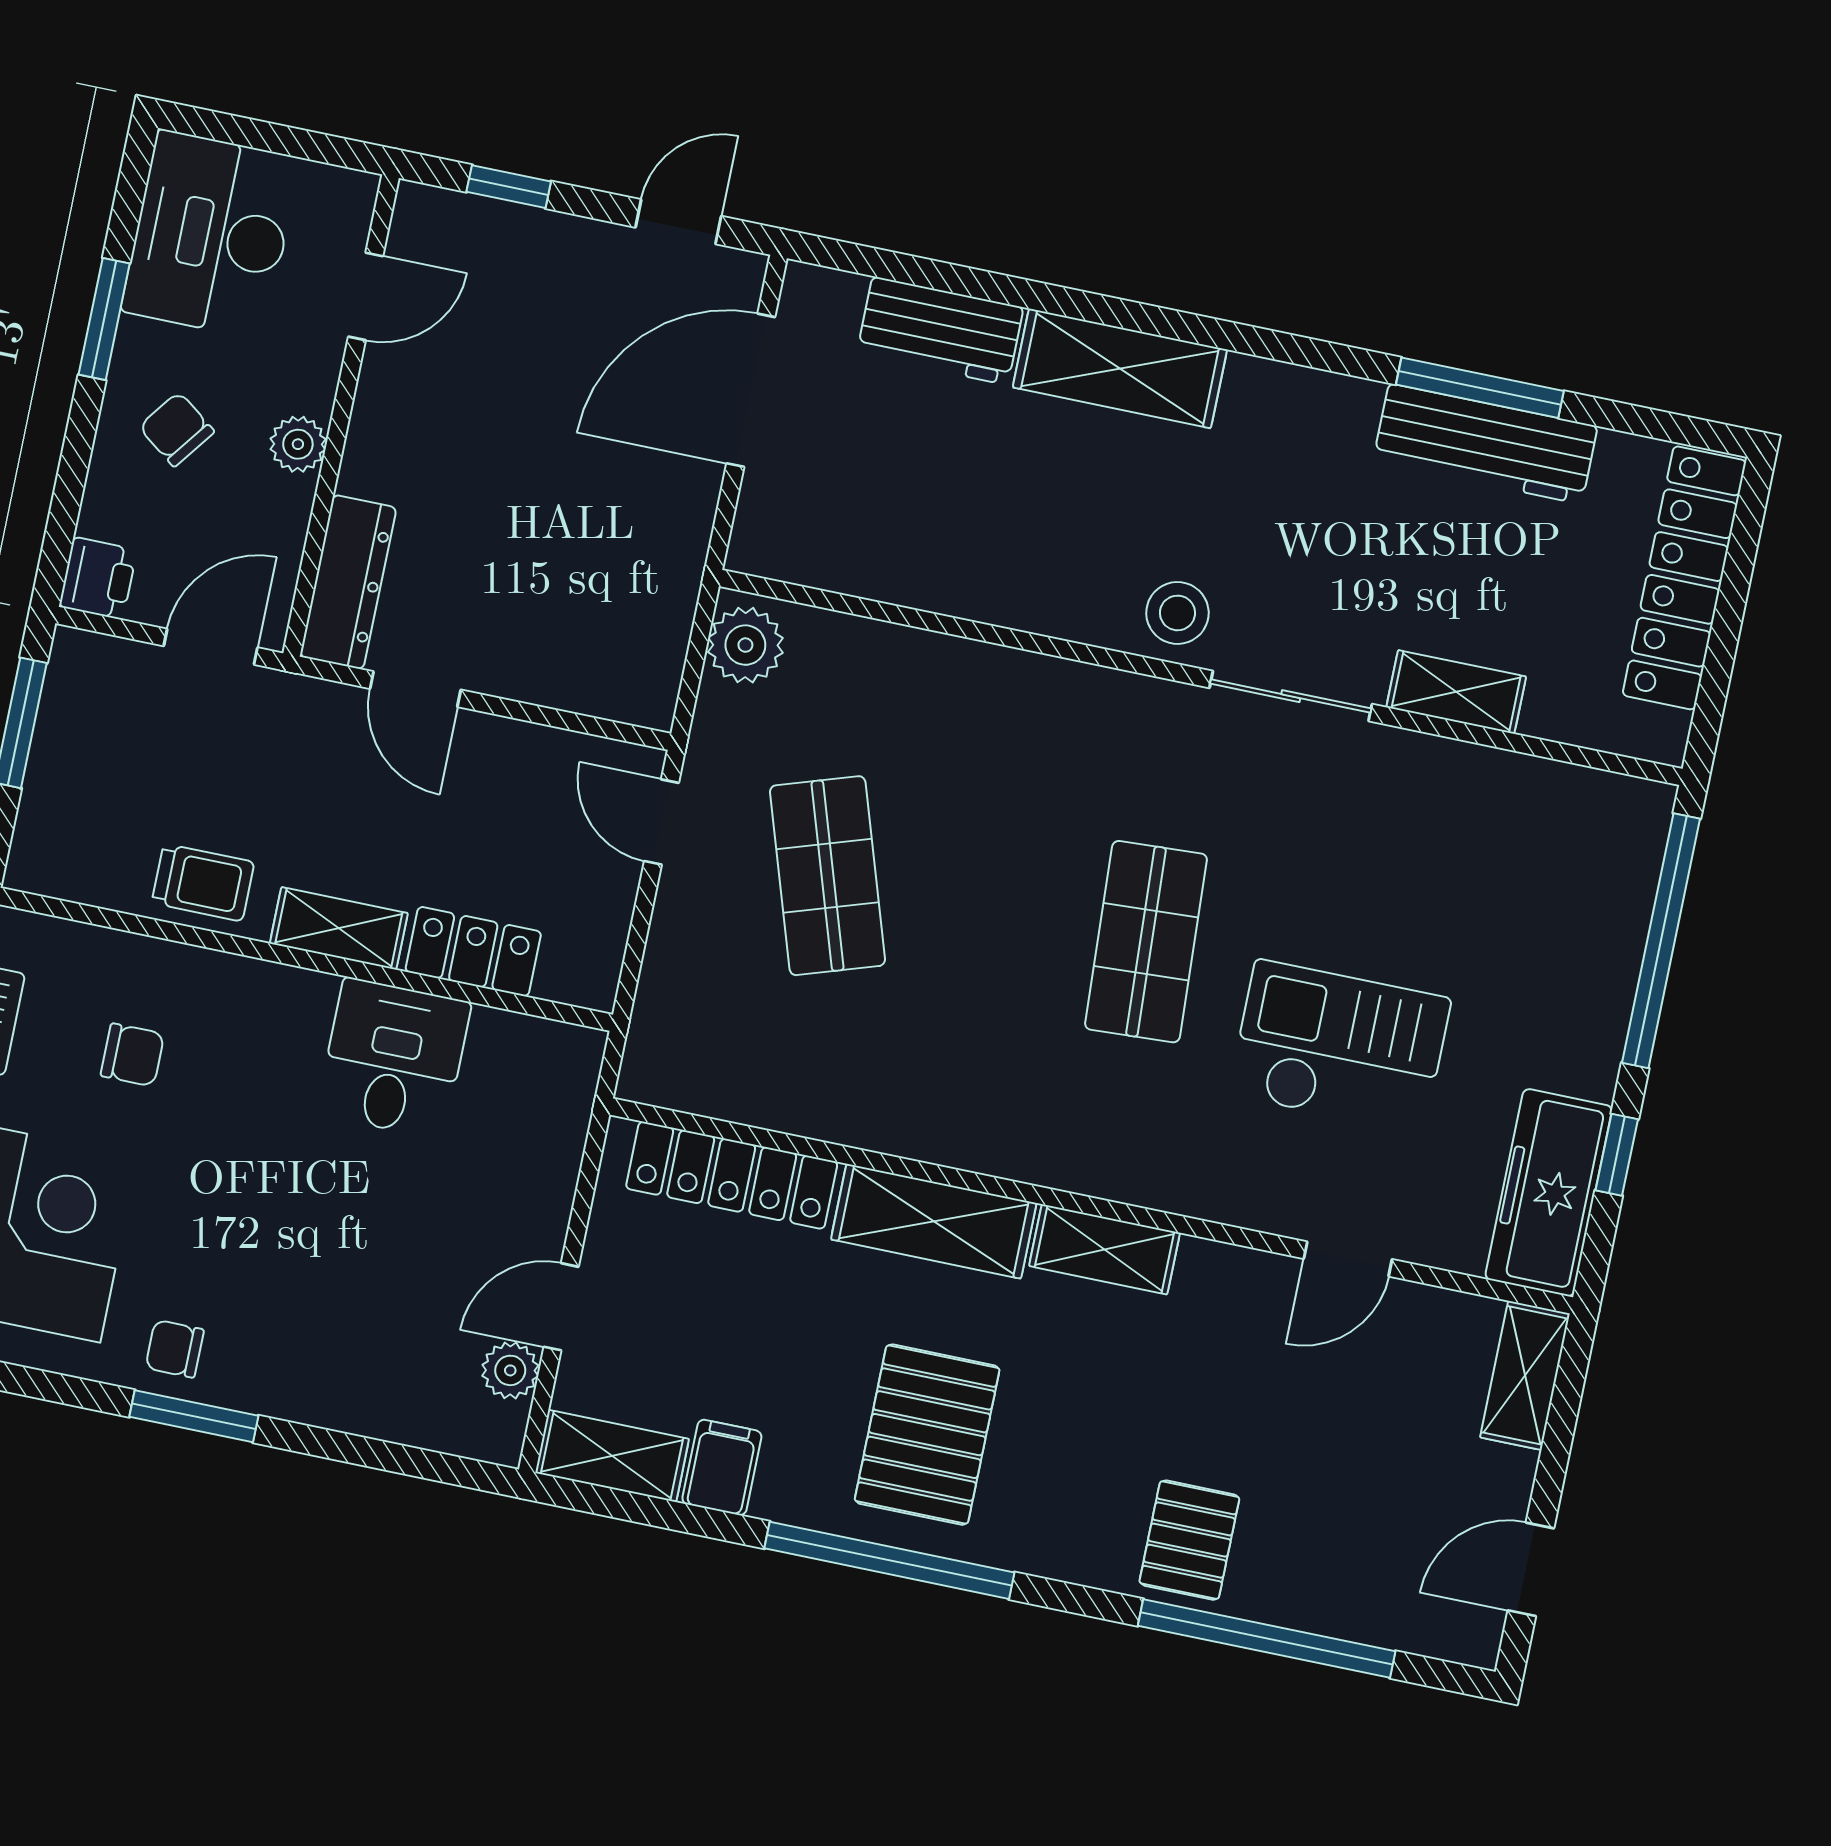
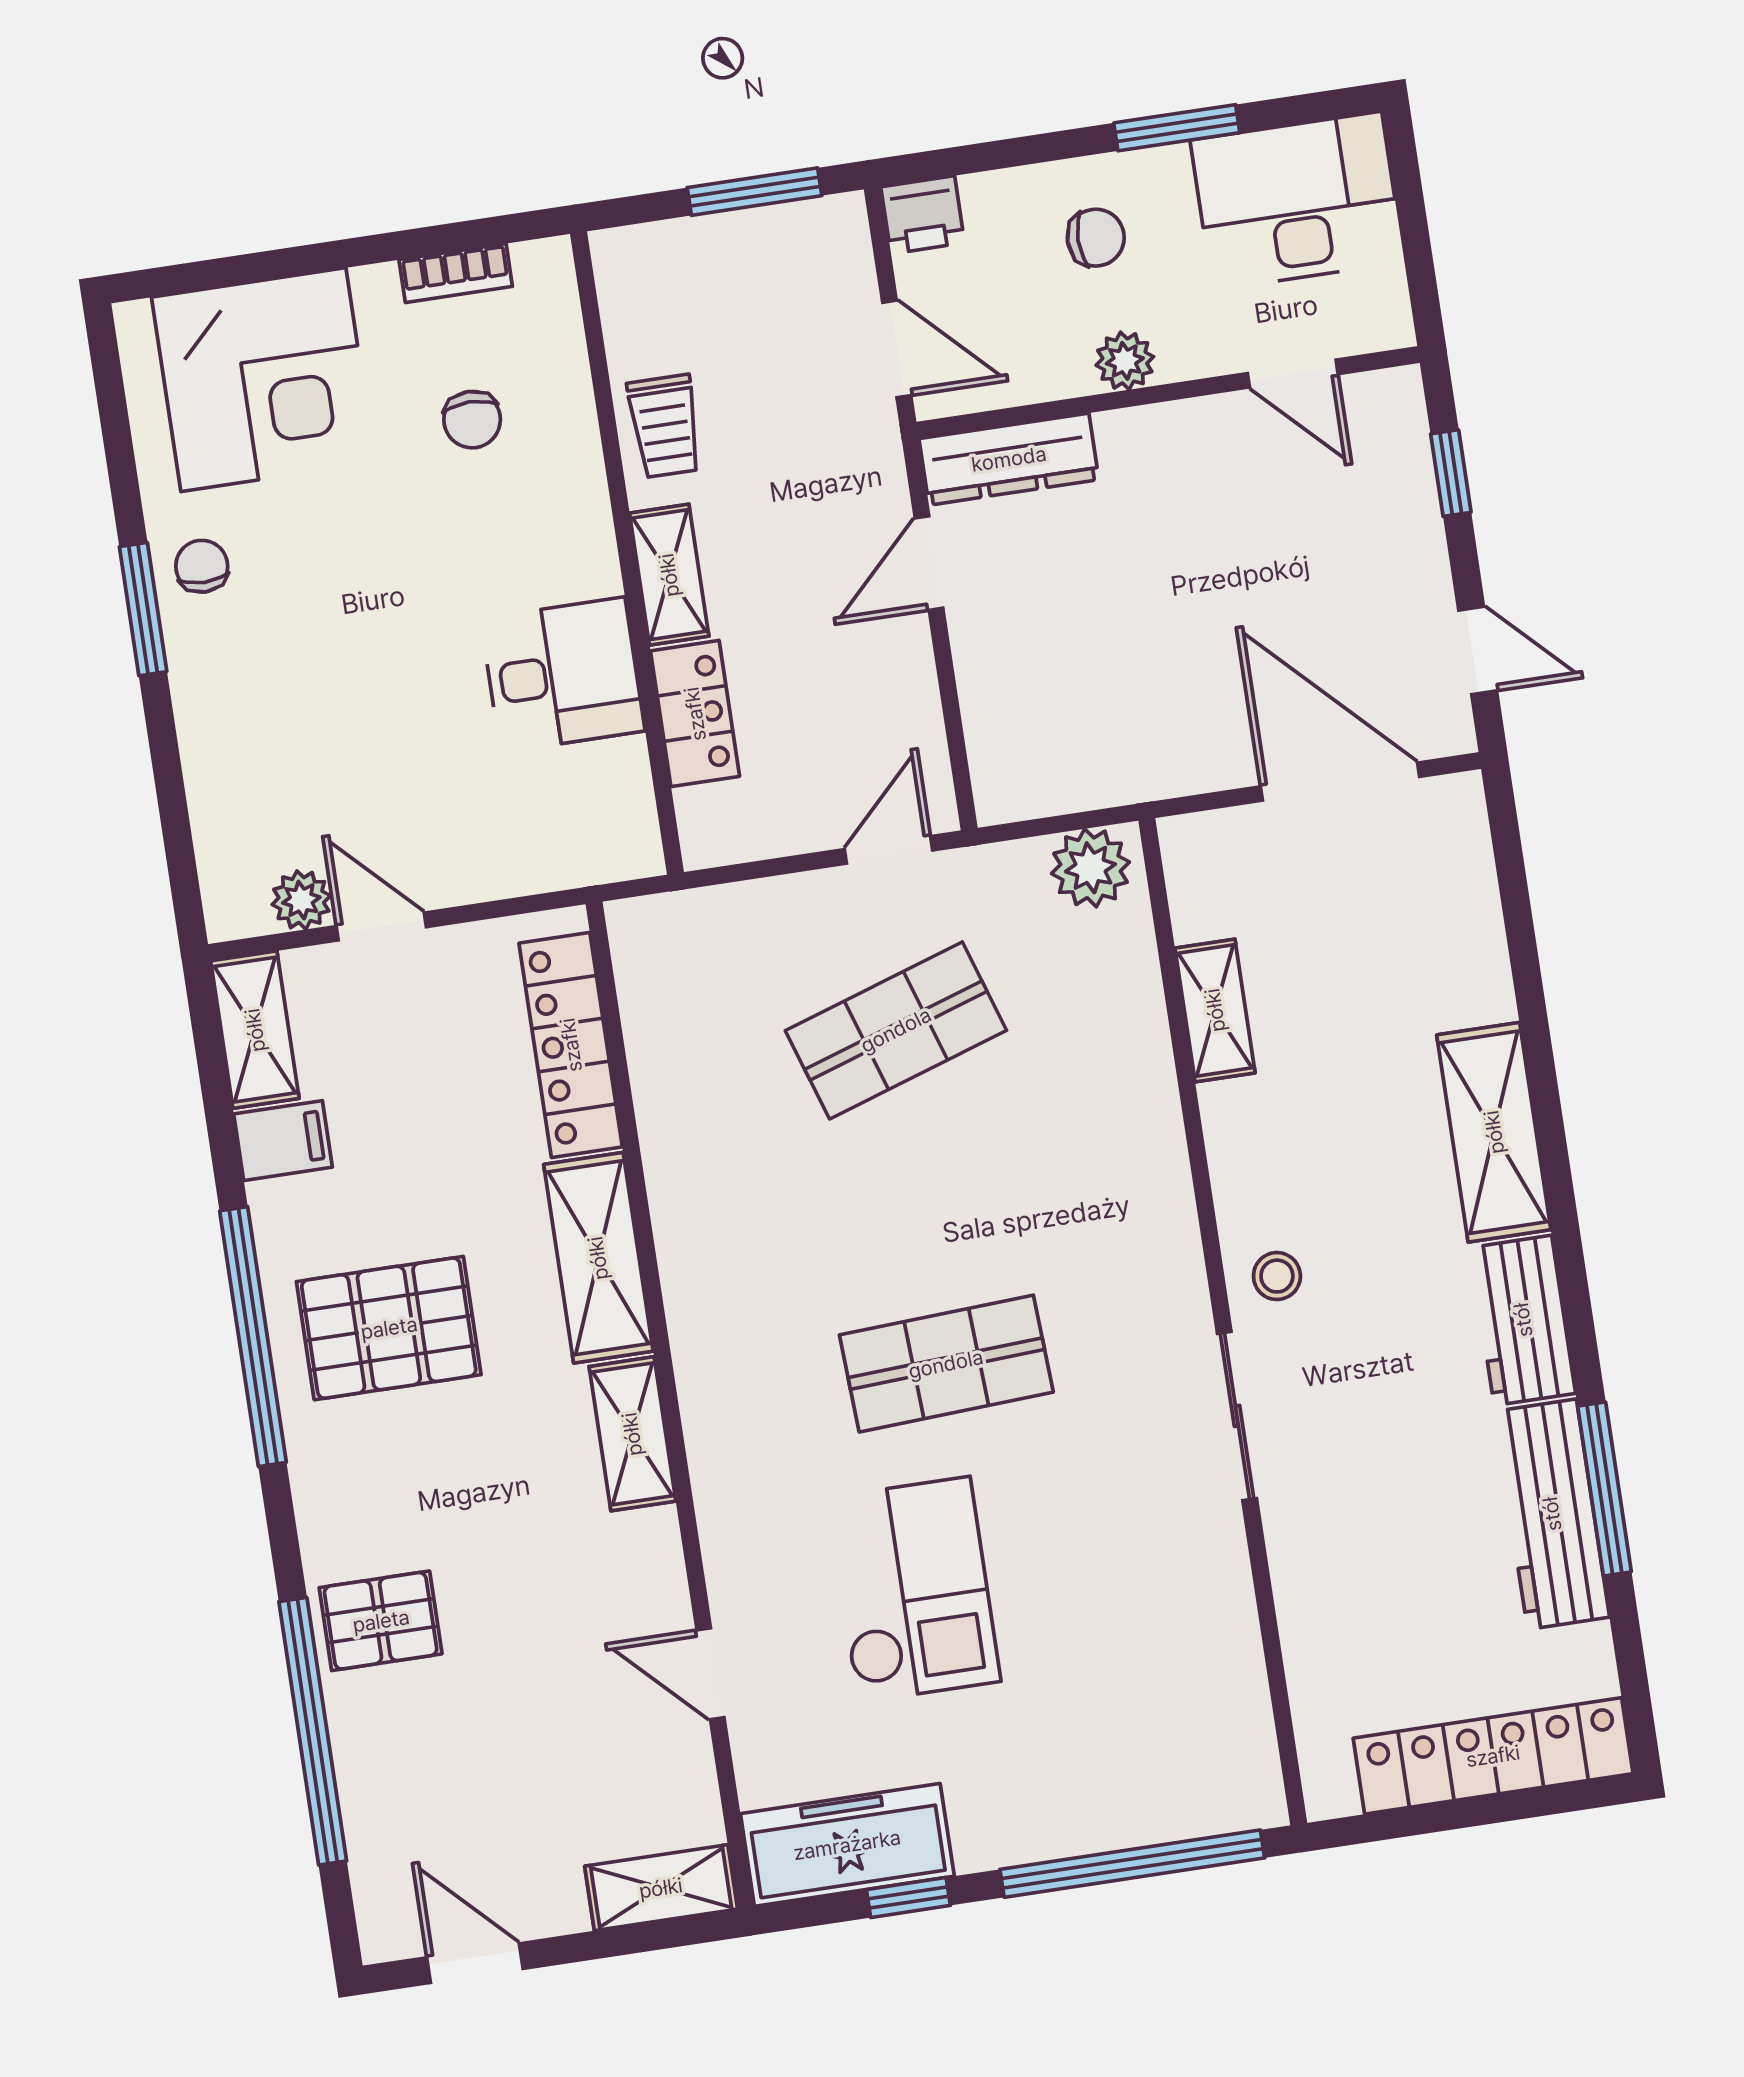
workbench: (940, 331) -> (1523, 1320), moved
chair: (177, 429) -> (1096, 238), turned 53
stool: (1177, 613) -> (1277, 1276), width x0.73, depth x0.73
shelving: (1456, 692) -> (1215, 1010), moved

